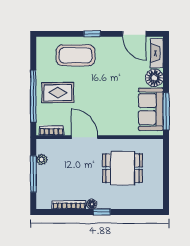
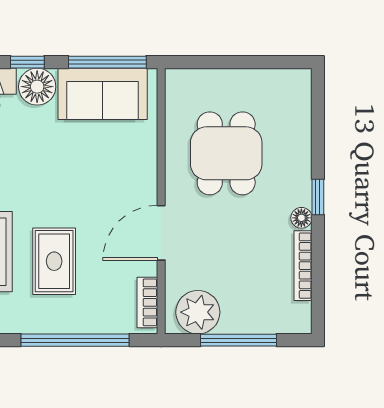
window: (166, 73) -> (27, 62), added
rug: (58, 93) -> (54, 261), moved
plant: (42, 160) -> (198, 312), width x1.87, depth x1.87

